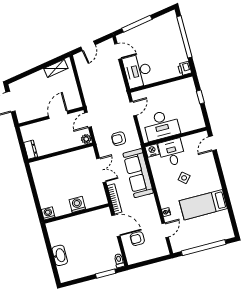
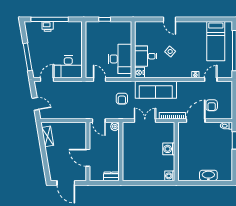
printer: (185, 68) -> (48, 26), moved
door: (58, 115) -> (88, 158), moved
door: (213, 143) -> (170, 19), moved
bed: (203, 205) -> (216, 41), moved
door: (165, 230) -> (211, 79), hinge flipped

